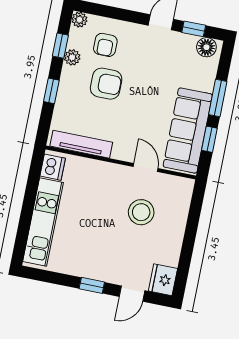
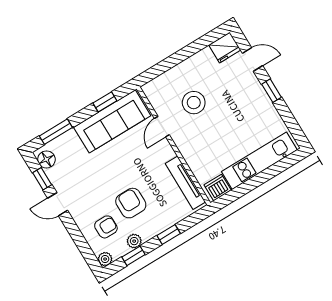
window: (218, 98) -> (56, 132), moved

